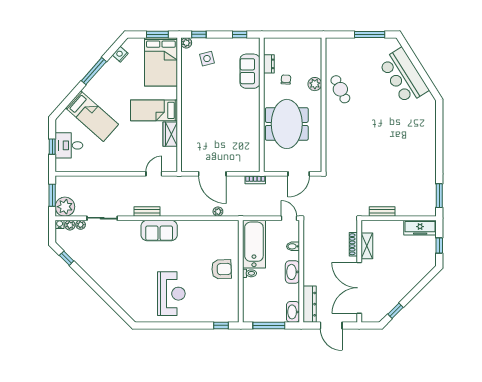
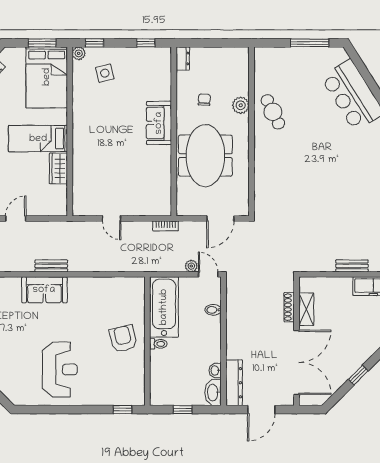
dresser: (269, 64) -> (183, 58), moved
sofa: (250, 71) -> (159, 123), moved
door: (154, 174) -> (16, 218), moved
door: (212, 174) -> (112, 218), width x0.53
bench: (147, 211) -> (51, 266), moved
bench: (382, 211) -> (352, 266), moved
plant: (218, 212) -> (191, 266), moved
armchair: (222, 269) -> (123, 339), turned -101
washbasin: (292, 272) -> (215, 371), moved, width x0.52, depth x0.69
double door: (359, 288) -> (297, 362), swing flipped
window: (396, 311) -> (358, 375), moved
window: (269, 325) -> (183, 410), width x0.46
door: (331, 325) -> (261, 410), hinge flipped

